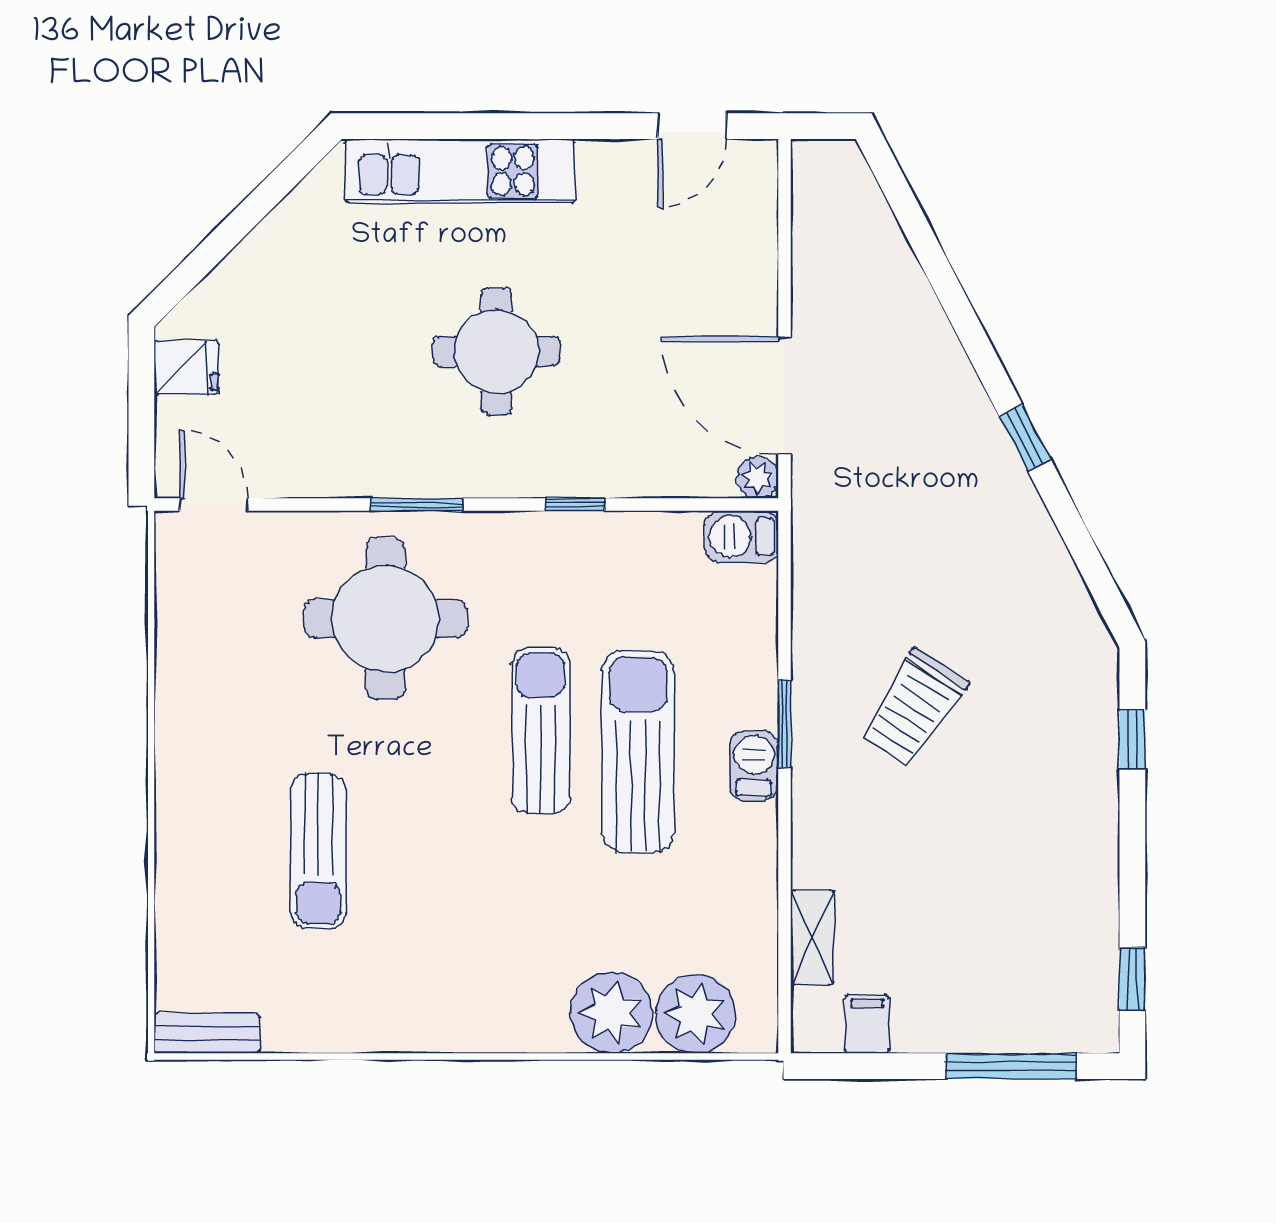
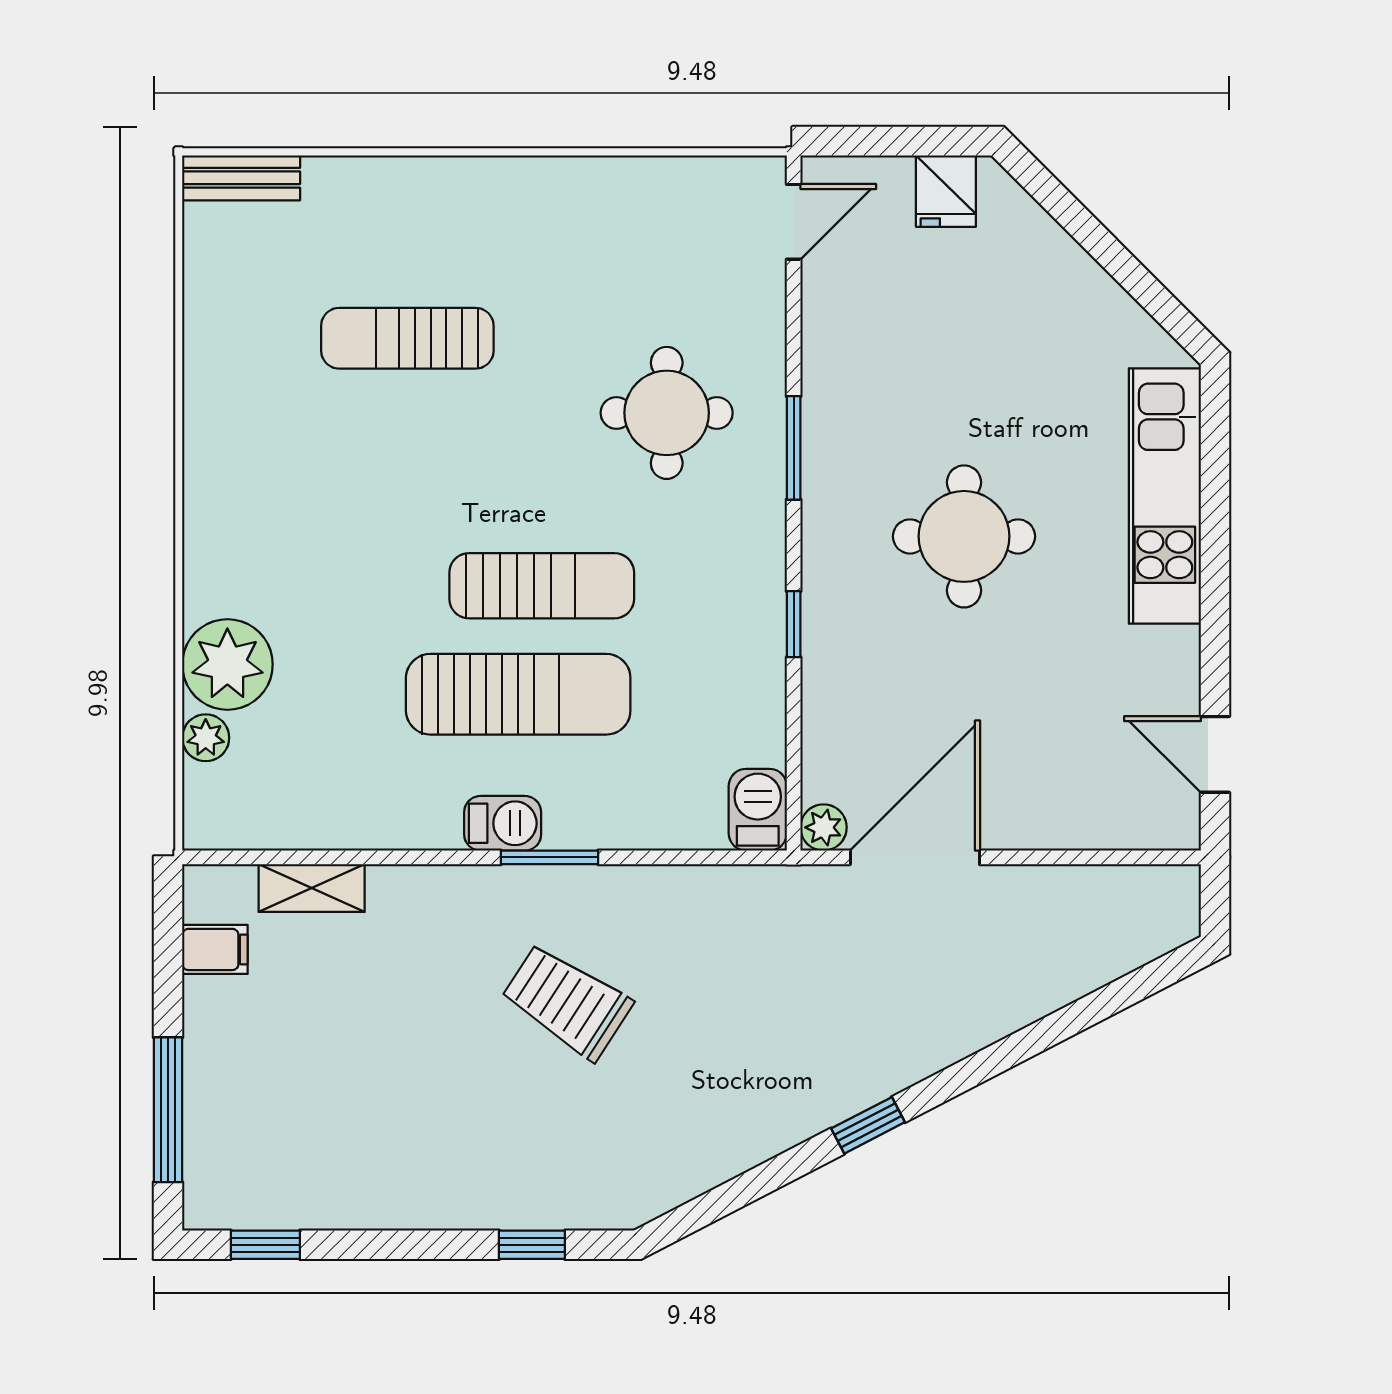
round table: (385, 618) -> (667, 413), width x0.73, depth x0.73
plant: (696, 1014) -> (206, 738), width x0.53, depth x0.53
bench: (207, 1033) -> (241, 178), moved, turned 90

